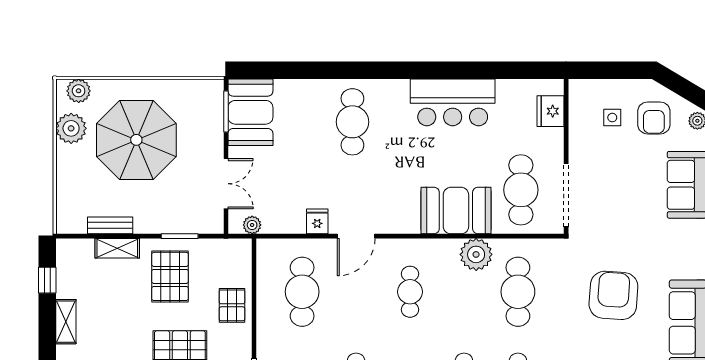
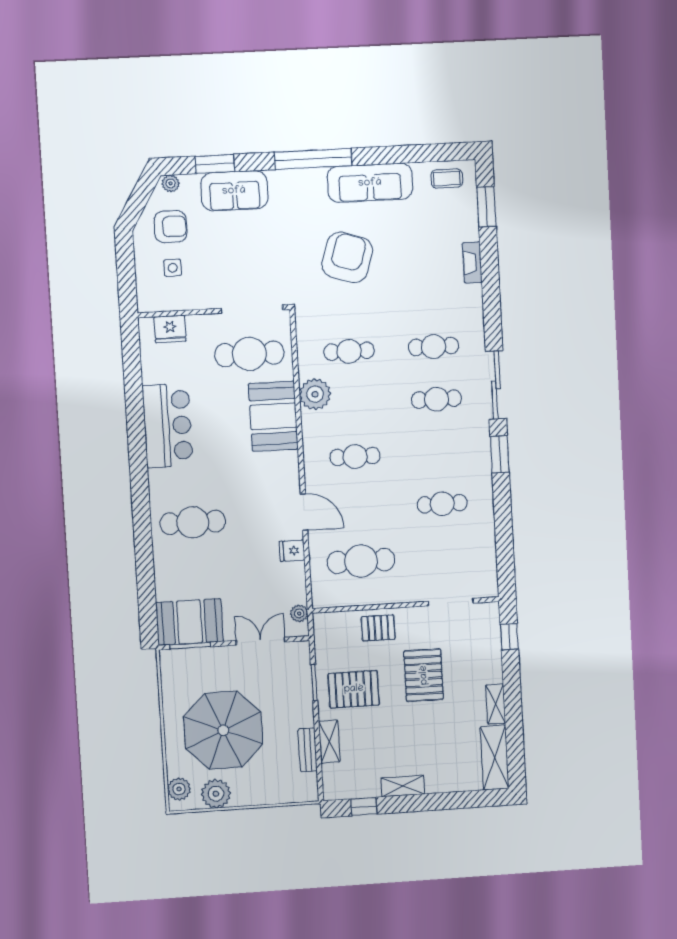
cafe table: (518, 292) -> (349, 351), width x0.73, depth x0.74
armchair: (613, 295) -> (347, 257), turned 104

